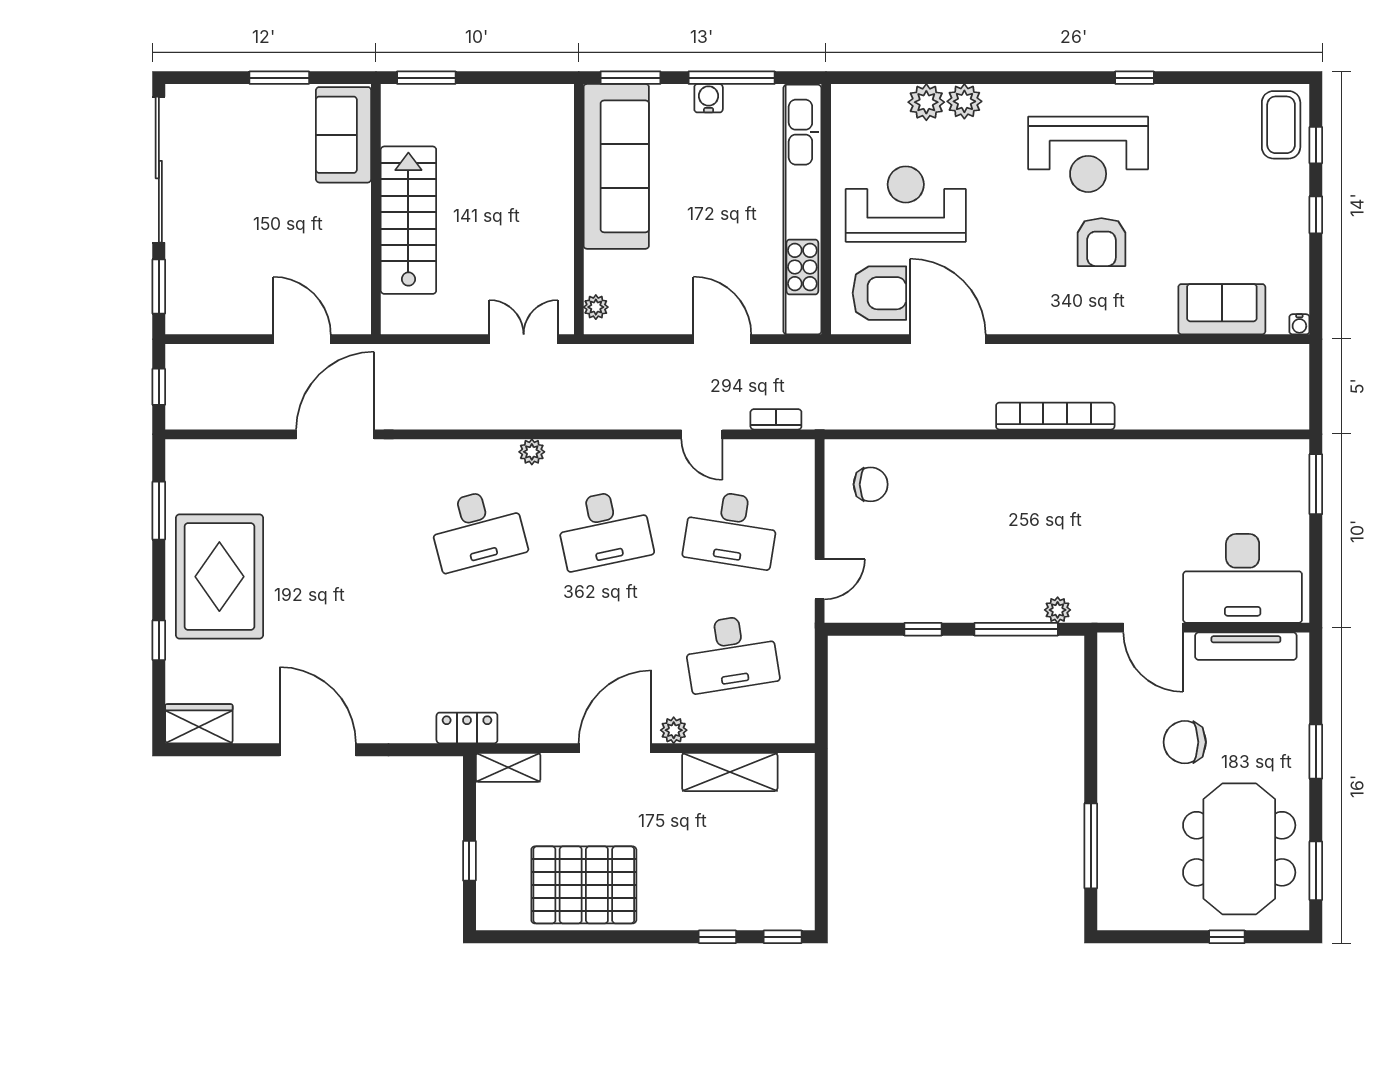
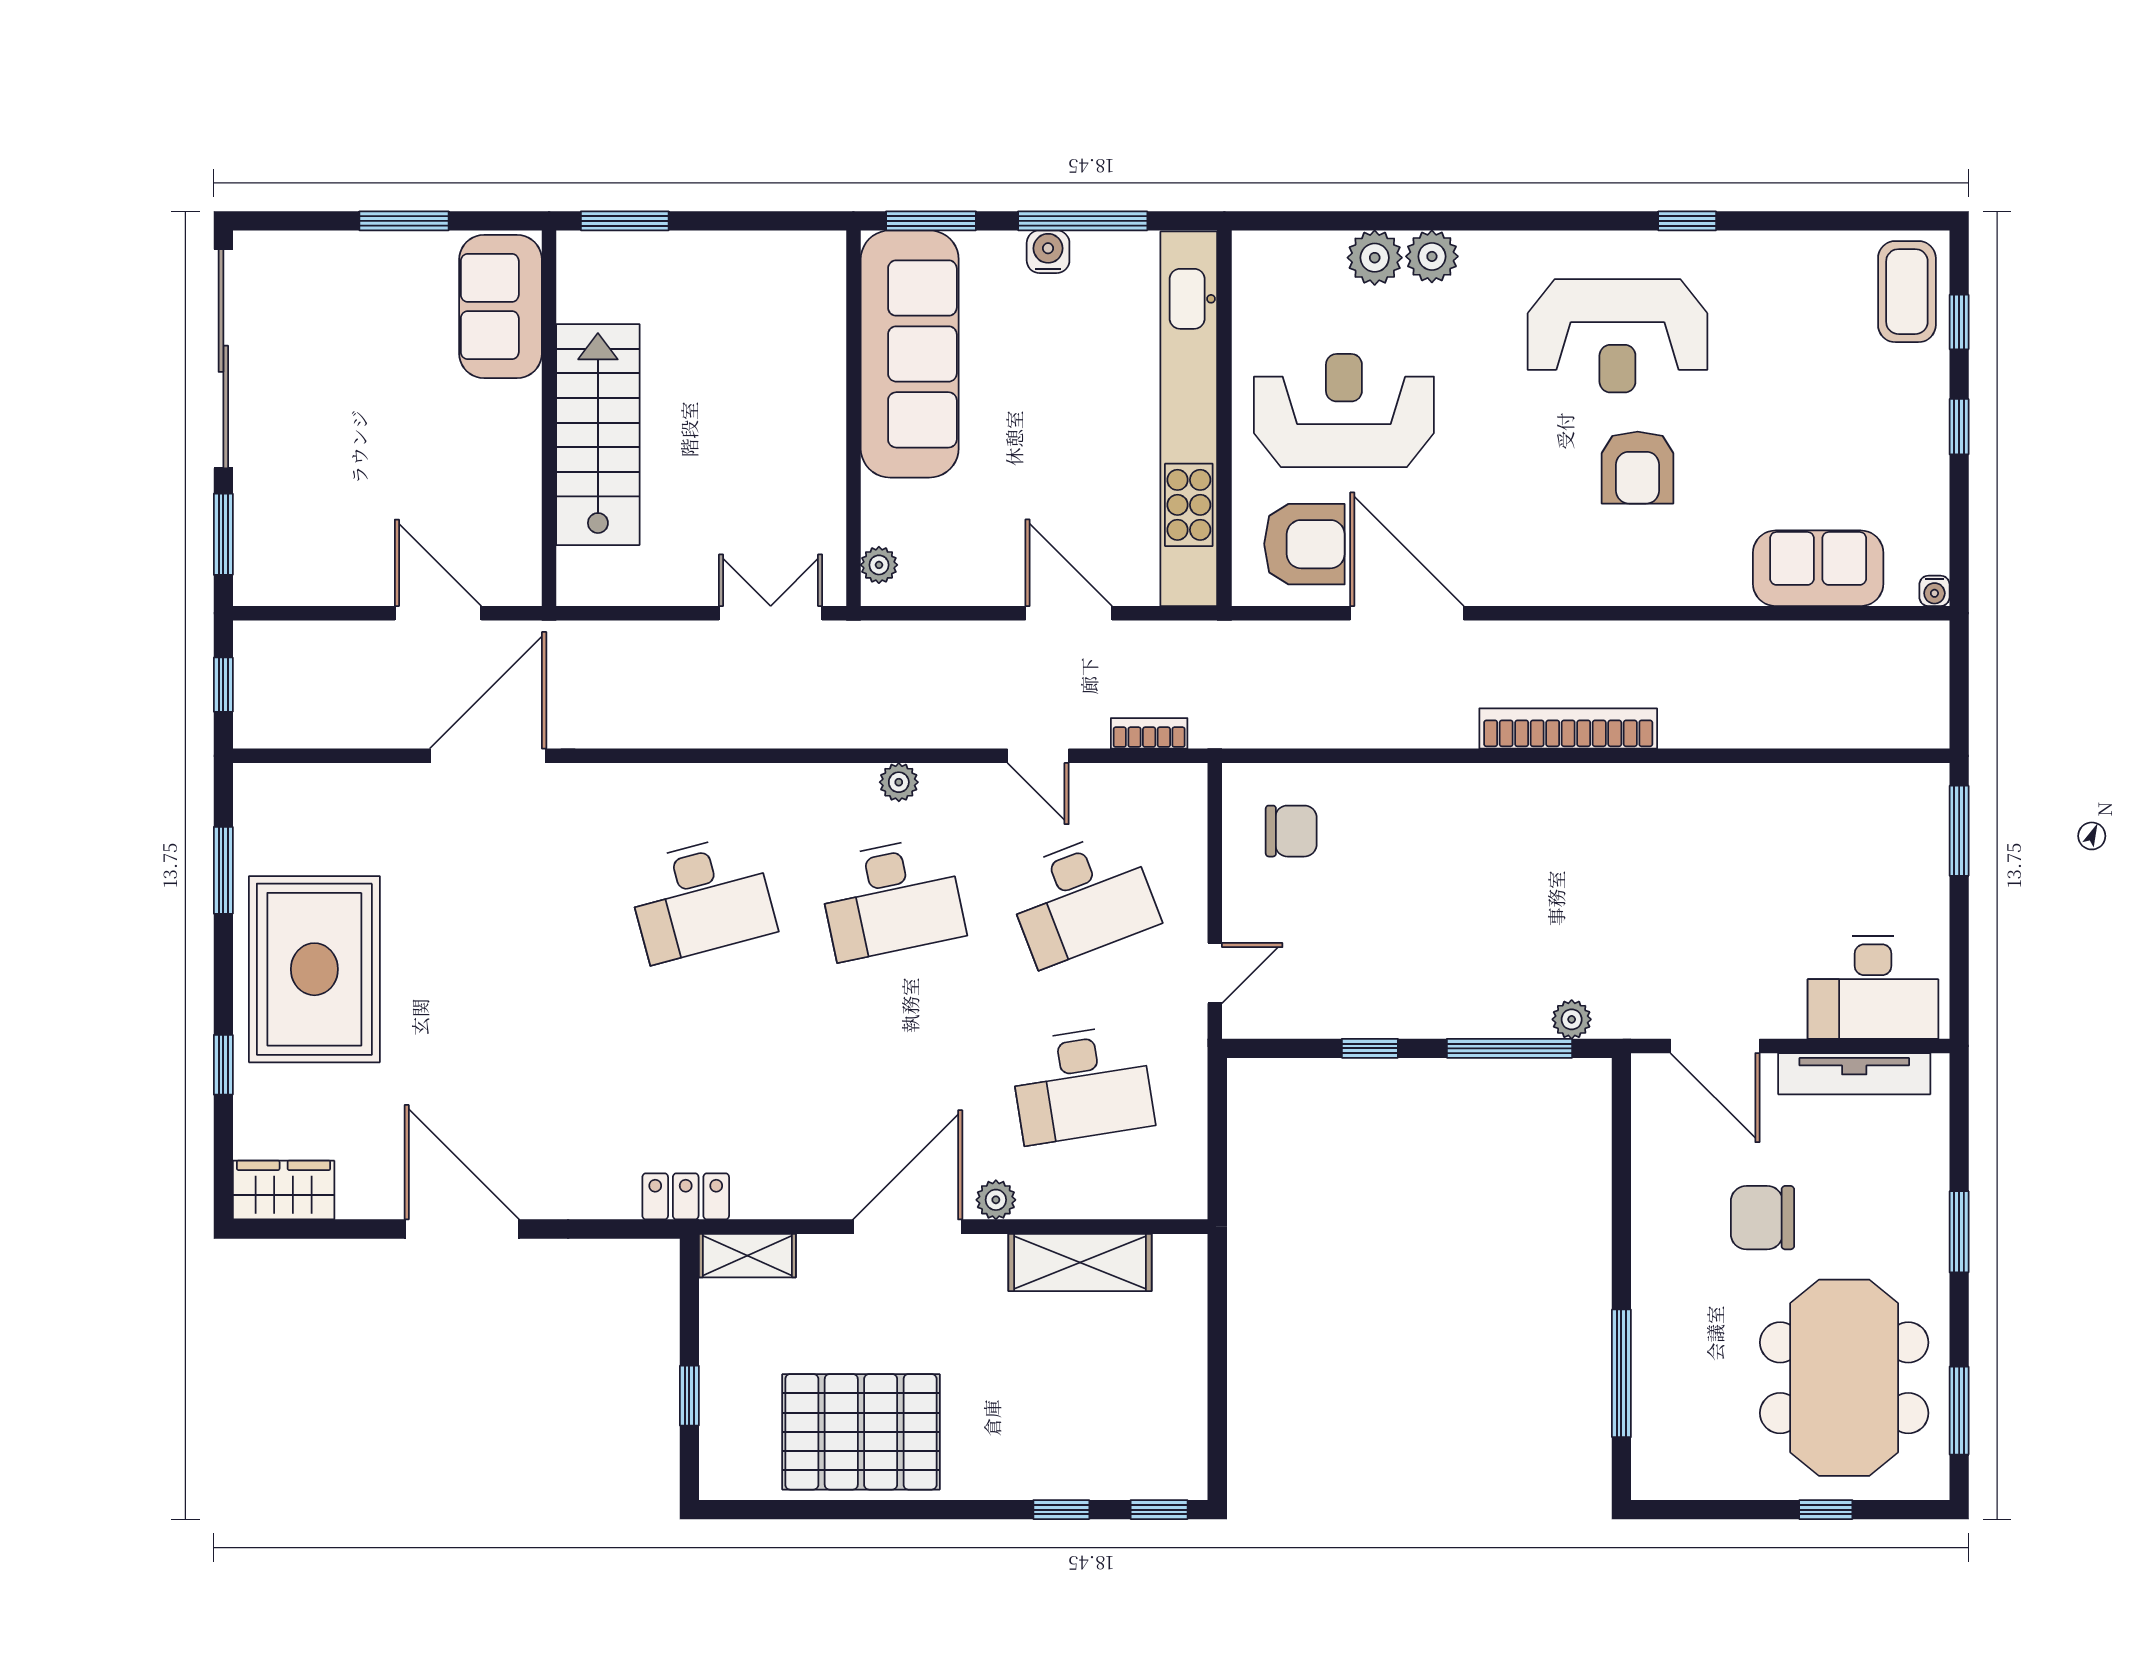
plant: (532, 452) -> (899, 782), moved
desk: (731, 529) -> (1082, 898), turned -30
desk: (1243, 578) -> (1873, 987), width x0.73, depth x0.77

